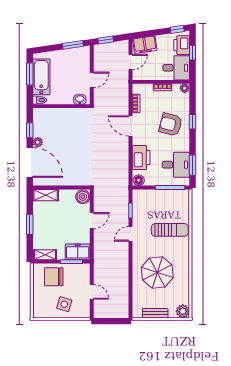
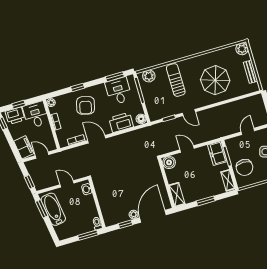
window: (30, 74) -> (88, 235), moved
bathtub: (41, 77) -> (53, 209), moved, turned 82
door: (131, 126) -> (97, 139), swing flipped
plant: (183, 202) -> (149, 76), added

